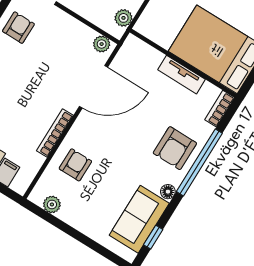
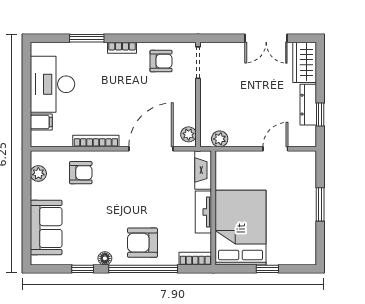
fireplace: (143, 51) -> (203, 170), added
door: (93, 87) -> (151, 149), swing flipped
sofa: (139, 219) -> (46, 228), moved, turned 90
window: (153, 237) -> (83, 269), moved

